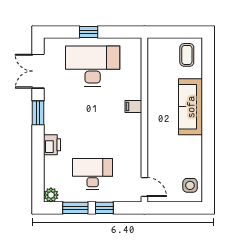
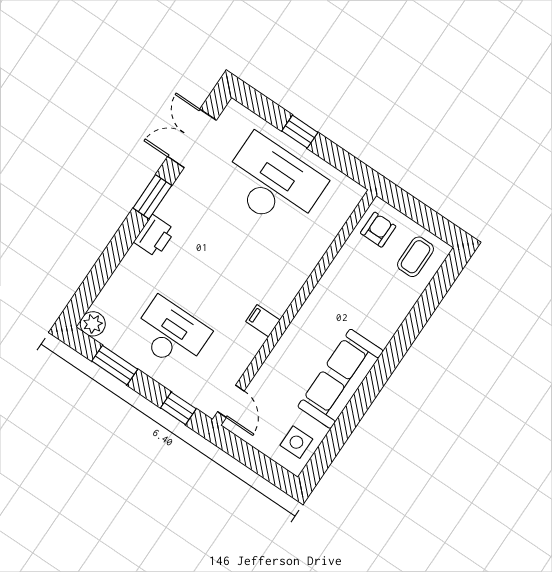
armchair: (160, 54) -> (378, 230), added
filing cabinet: (133, 107) -> (263, 321), moved
sofa: (191, 107) -> (340, 379), moved
printer: (52, 145) -> (155, 236), moved
window: (104, 208) -> (178, 408), moved

